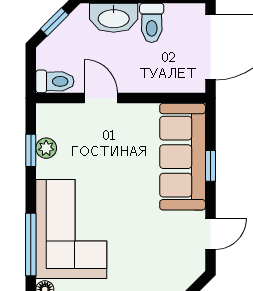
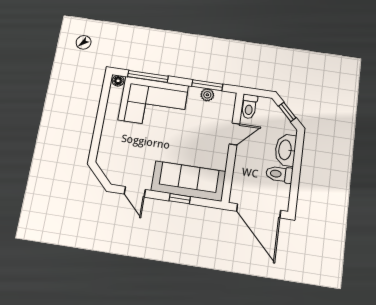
window: (31, 150) -> (207, 85), width x1.50

